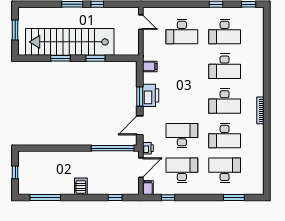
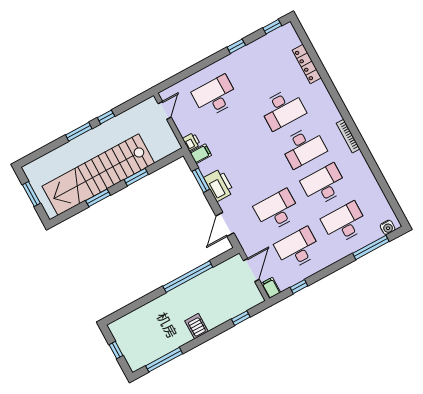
door: (141, 22) -> (165, 110), hinge flipped
desk: (182, 32) -> (215, 96), turned 180
desk: (225, 32) -> (262, 71), removed
locker: (259, 44) -> (307, 64), added
window: (140, 96) -> (201, 180), moved
desk: (225, 136) -> (324, 185), turned 180
window: (113, 148) -> (188, 277), moved
printer: (148, 148) -> (191, 142), moved
water cooler: (253, 190) -> (388, 227), added
window: (234, 198) -> (371, 247), width x1.44

